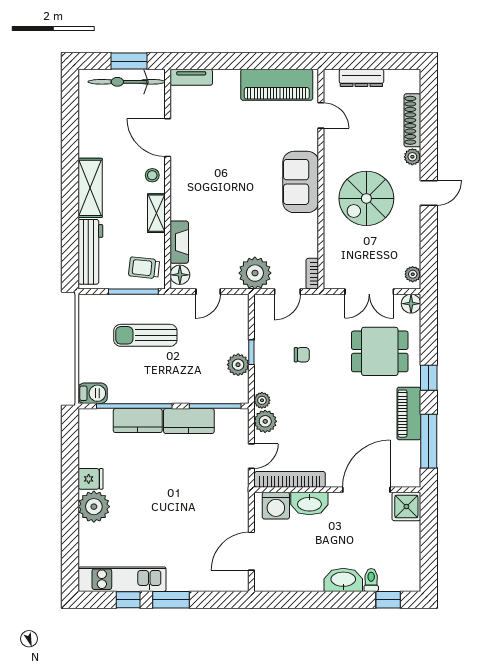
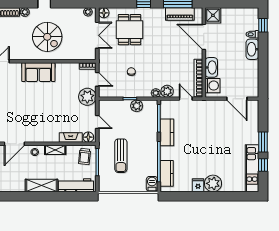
piano: (409, 414) -> (180, 14), moved
kitchen counter: (138, 421) -> (167, 173), moved

